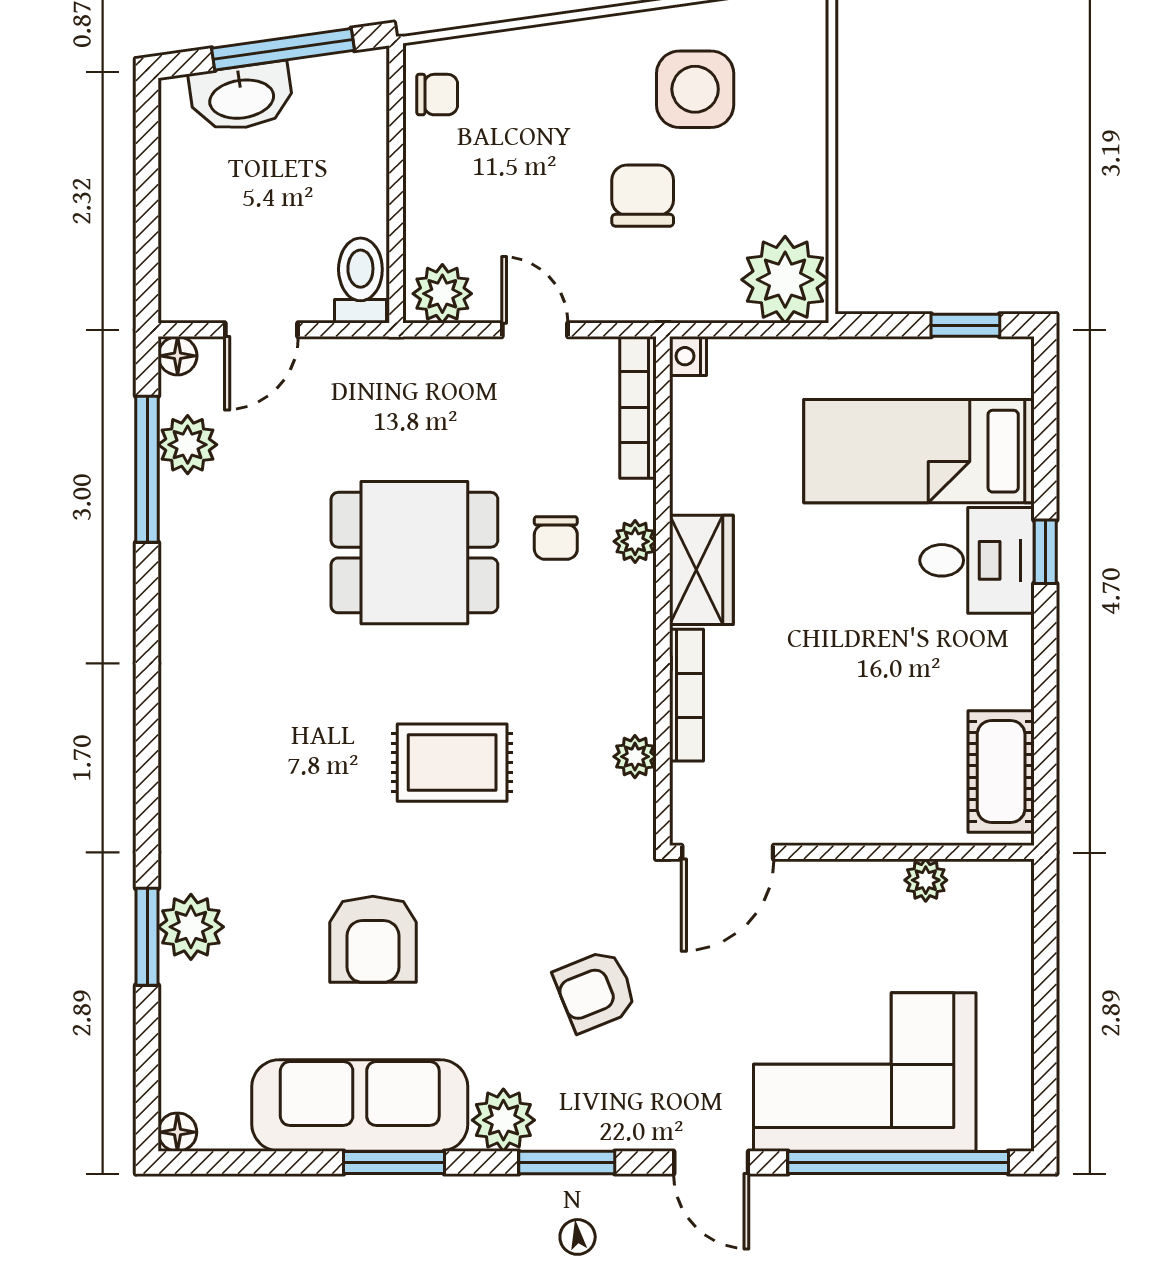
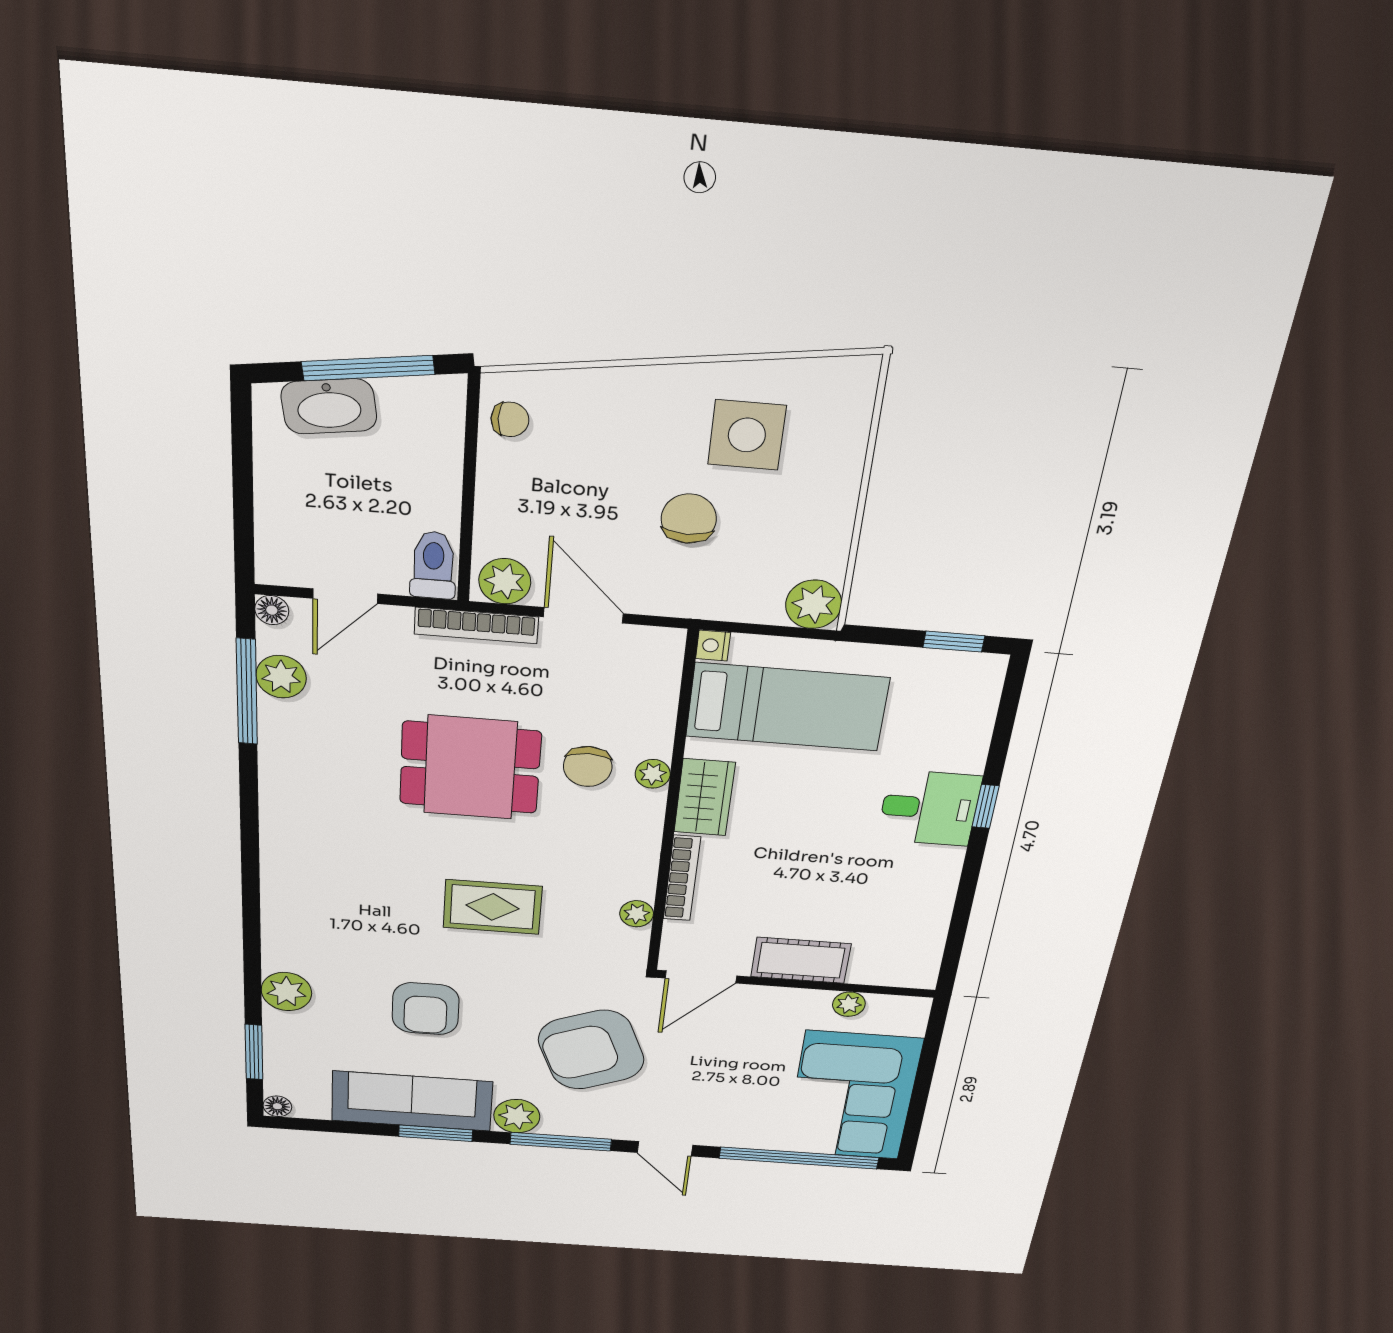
plant: (785, 280) -> (814, 604), width x0.73, depth x0.73
door: (535, 330) -> (583, 615), width x1.38
bookcase: (638, 407) -> (476, 626), moved, turned -90
bed: (919, 451) -> (787, 707), moved, turned 180
chair: (556, 538) -> (588, 767), width x1.37, depth x1.37
cot: (1001, 772) -> (801, 960), moved, turned 90
window: (147, 937) -> (254, 1052), moved
armchair: (595, 991) -> (591, 1050), width x1.88, depth x1.88
corner sofa: (865, 1072) -> (853, 1096), moved, turned -90
window: (567, 1162) -> (561, 1142), width x1.44

